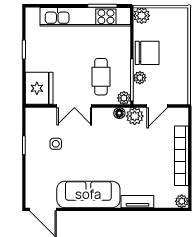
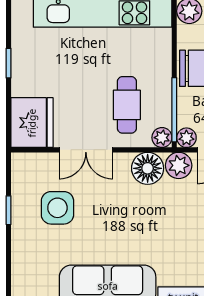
plant: (140, 78) -> (186, 138), moved
floor lamp: (119, 113) -> (148, 168), width x1.89, depth x1.89
side table: (56, 144) -> (57, 208), width x1.87, depth x1.87

